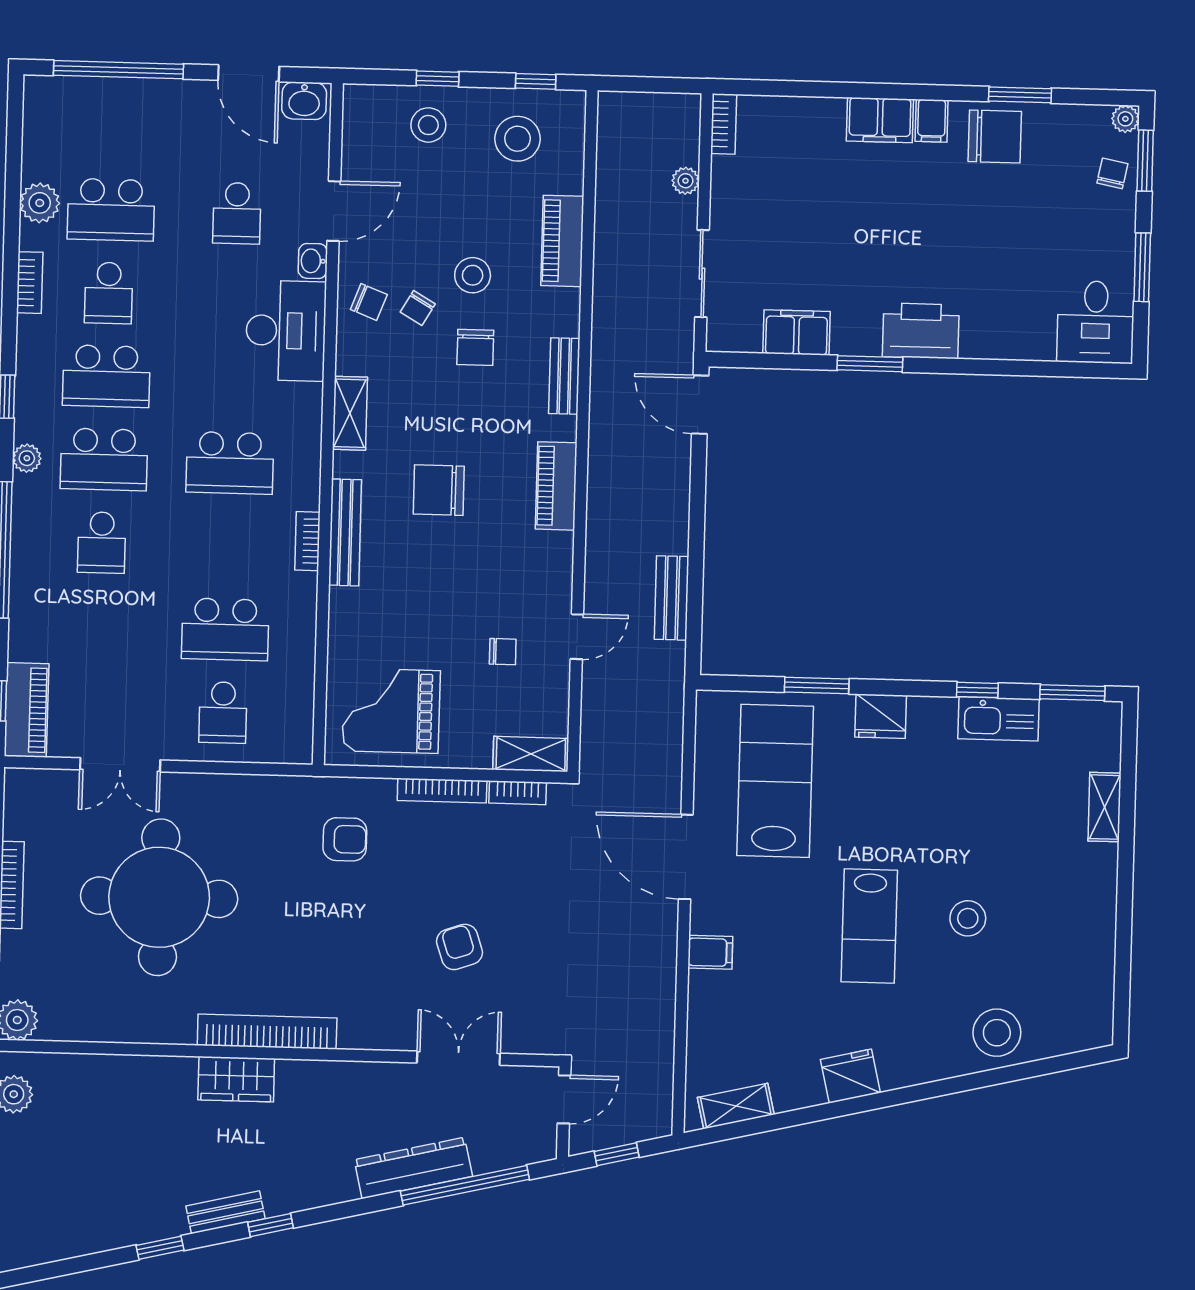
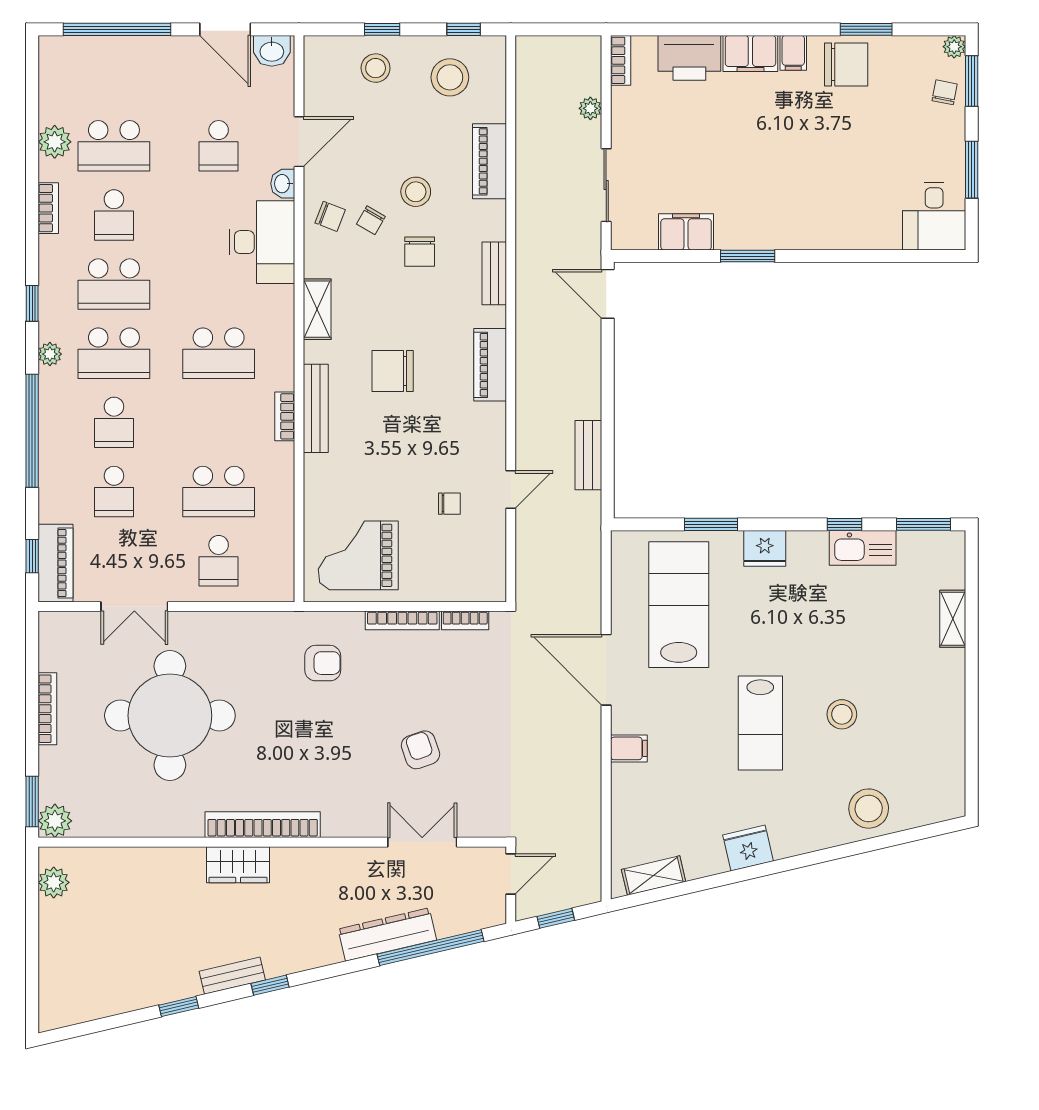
printer: (921, 331) -> (689, 58), moved, turned 180
school desk: (99, 626) -> (114, 492), added
shelving: (531, 754) -> (475, 588), removed

